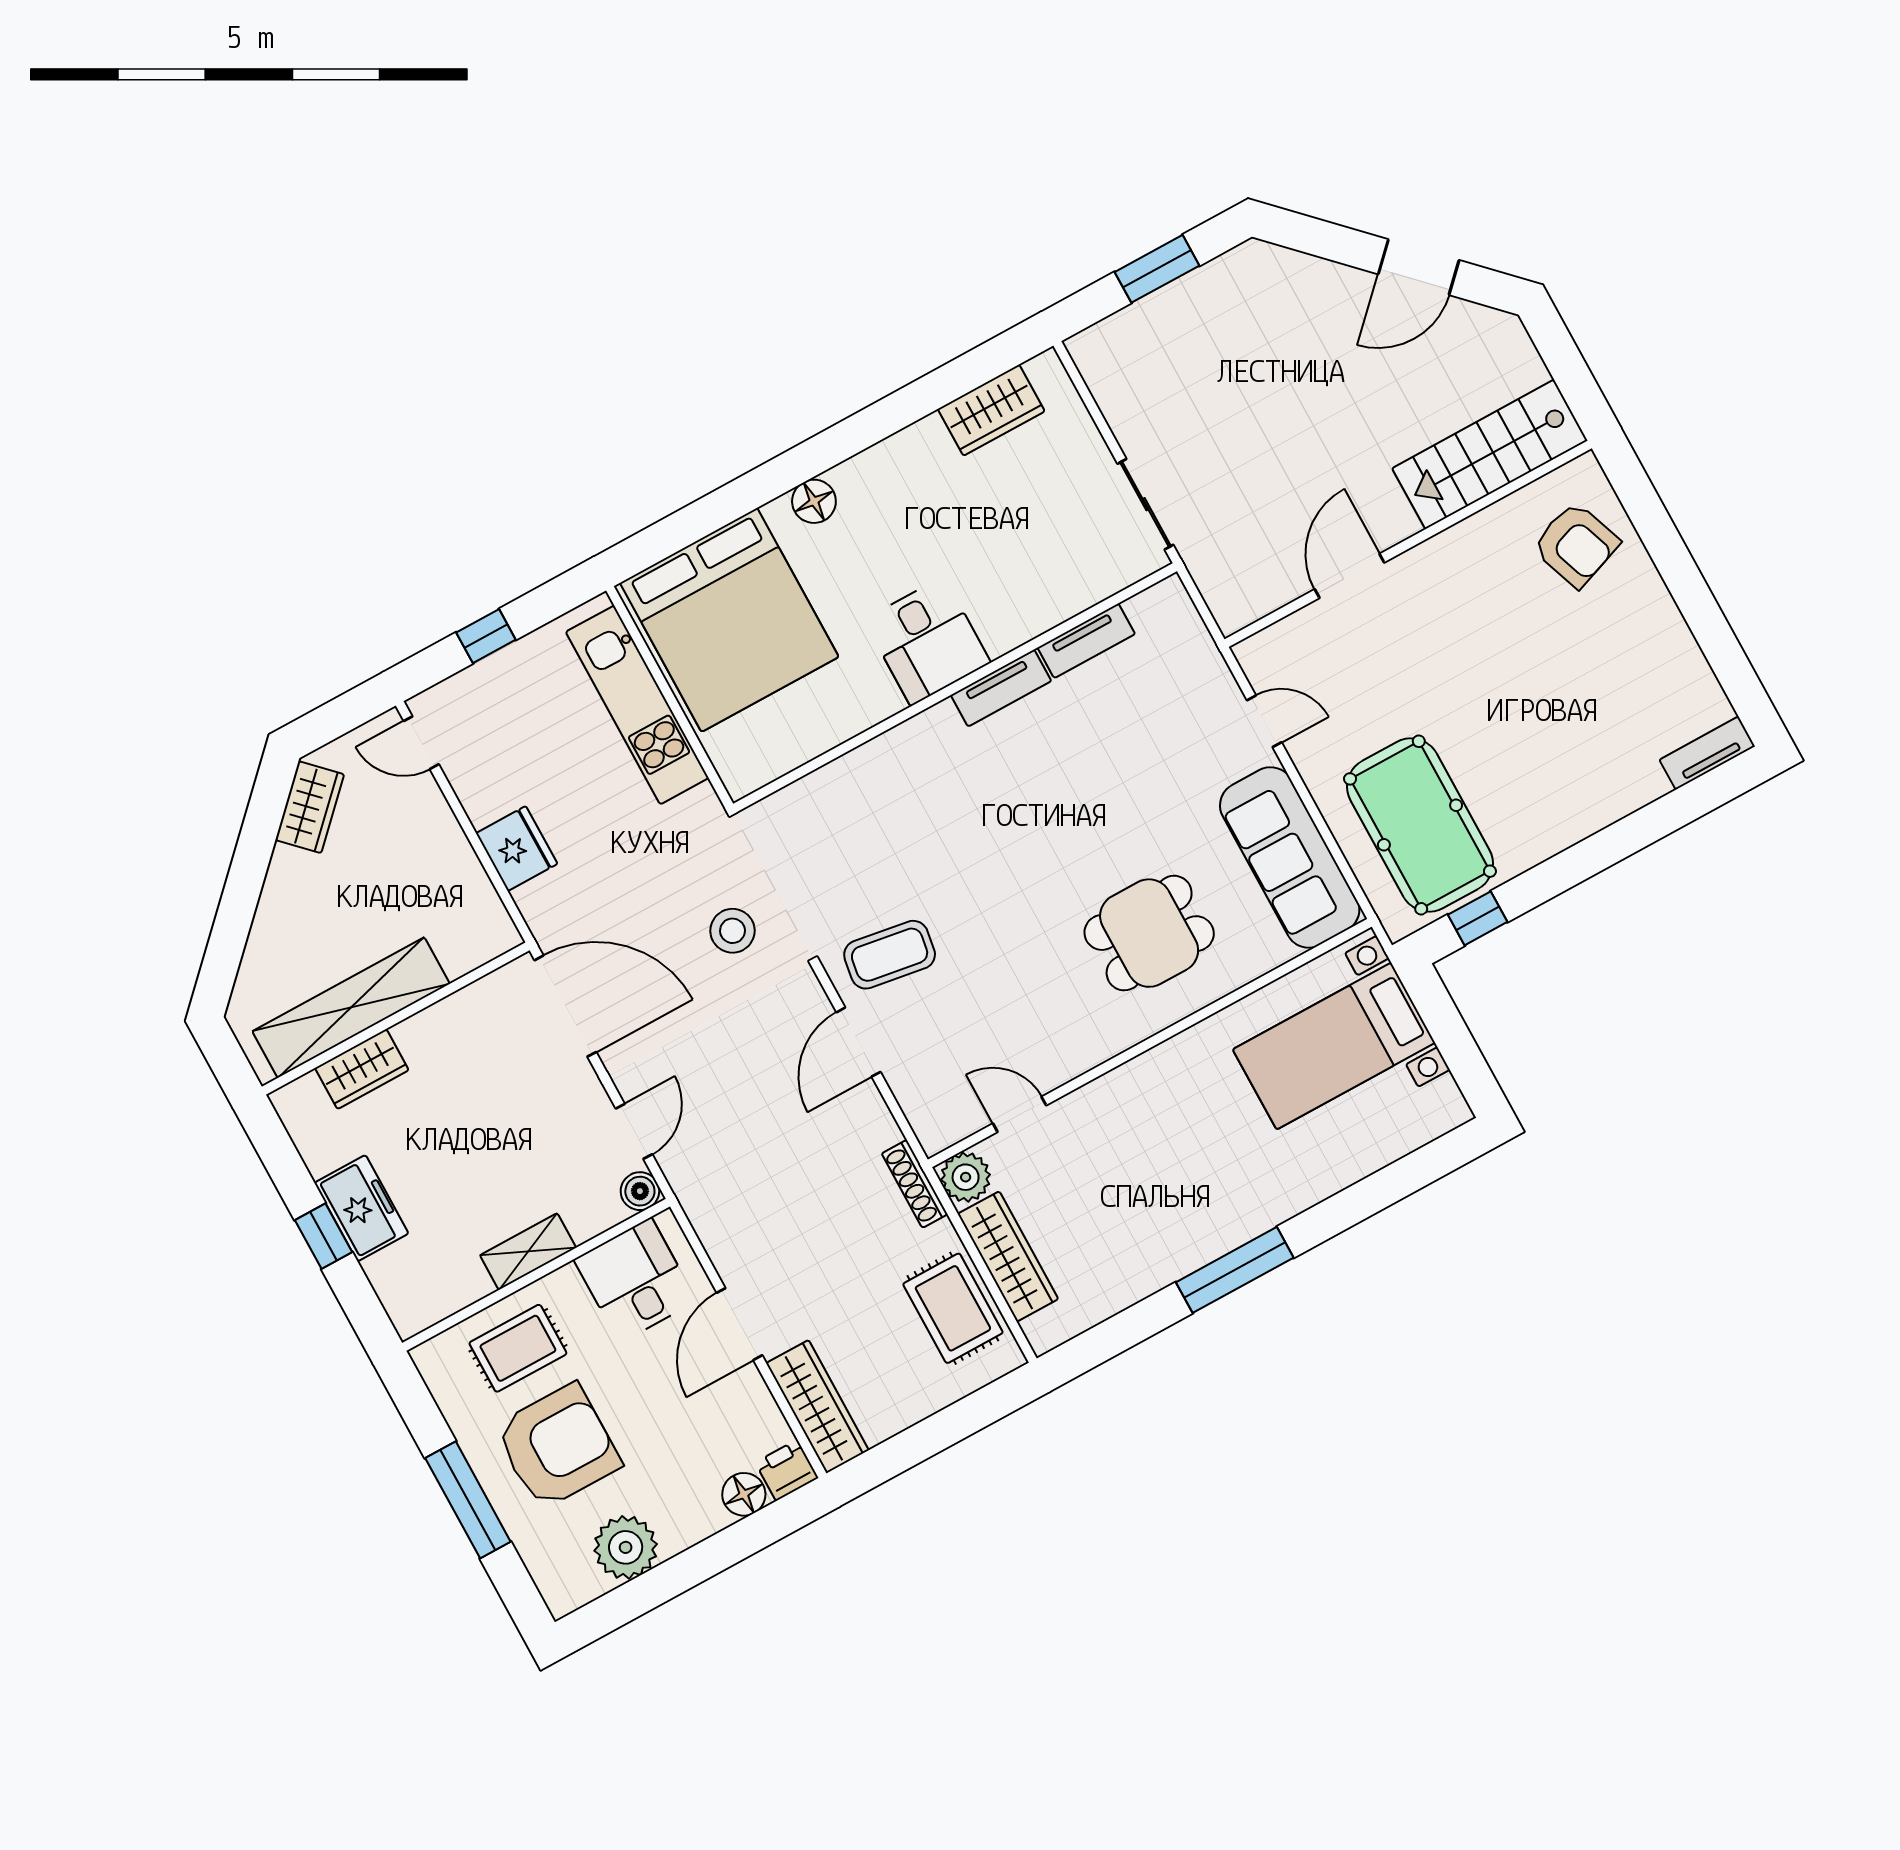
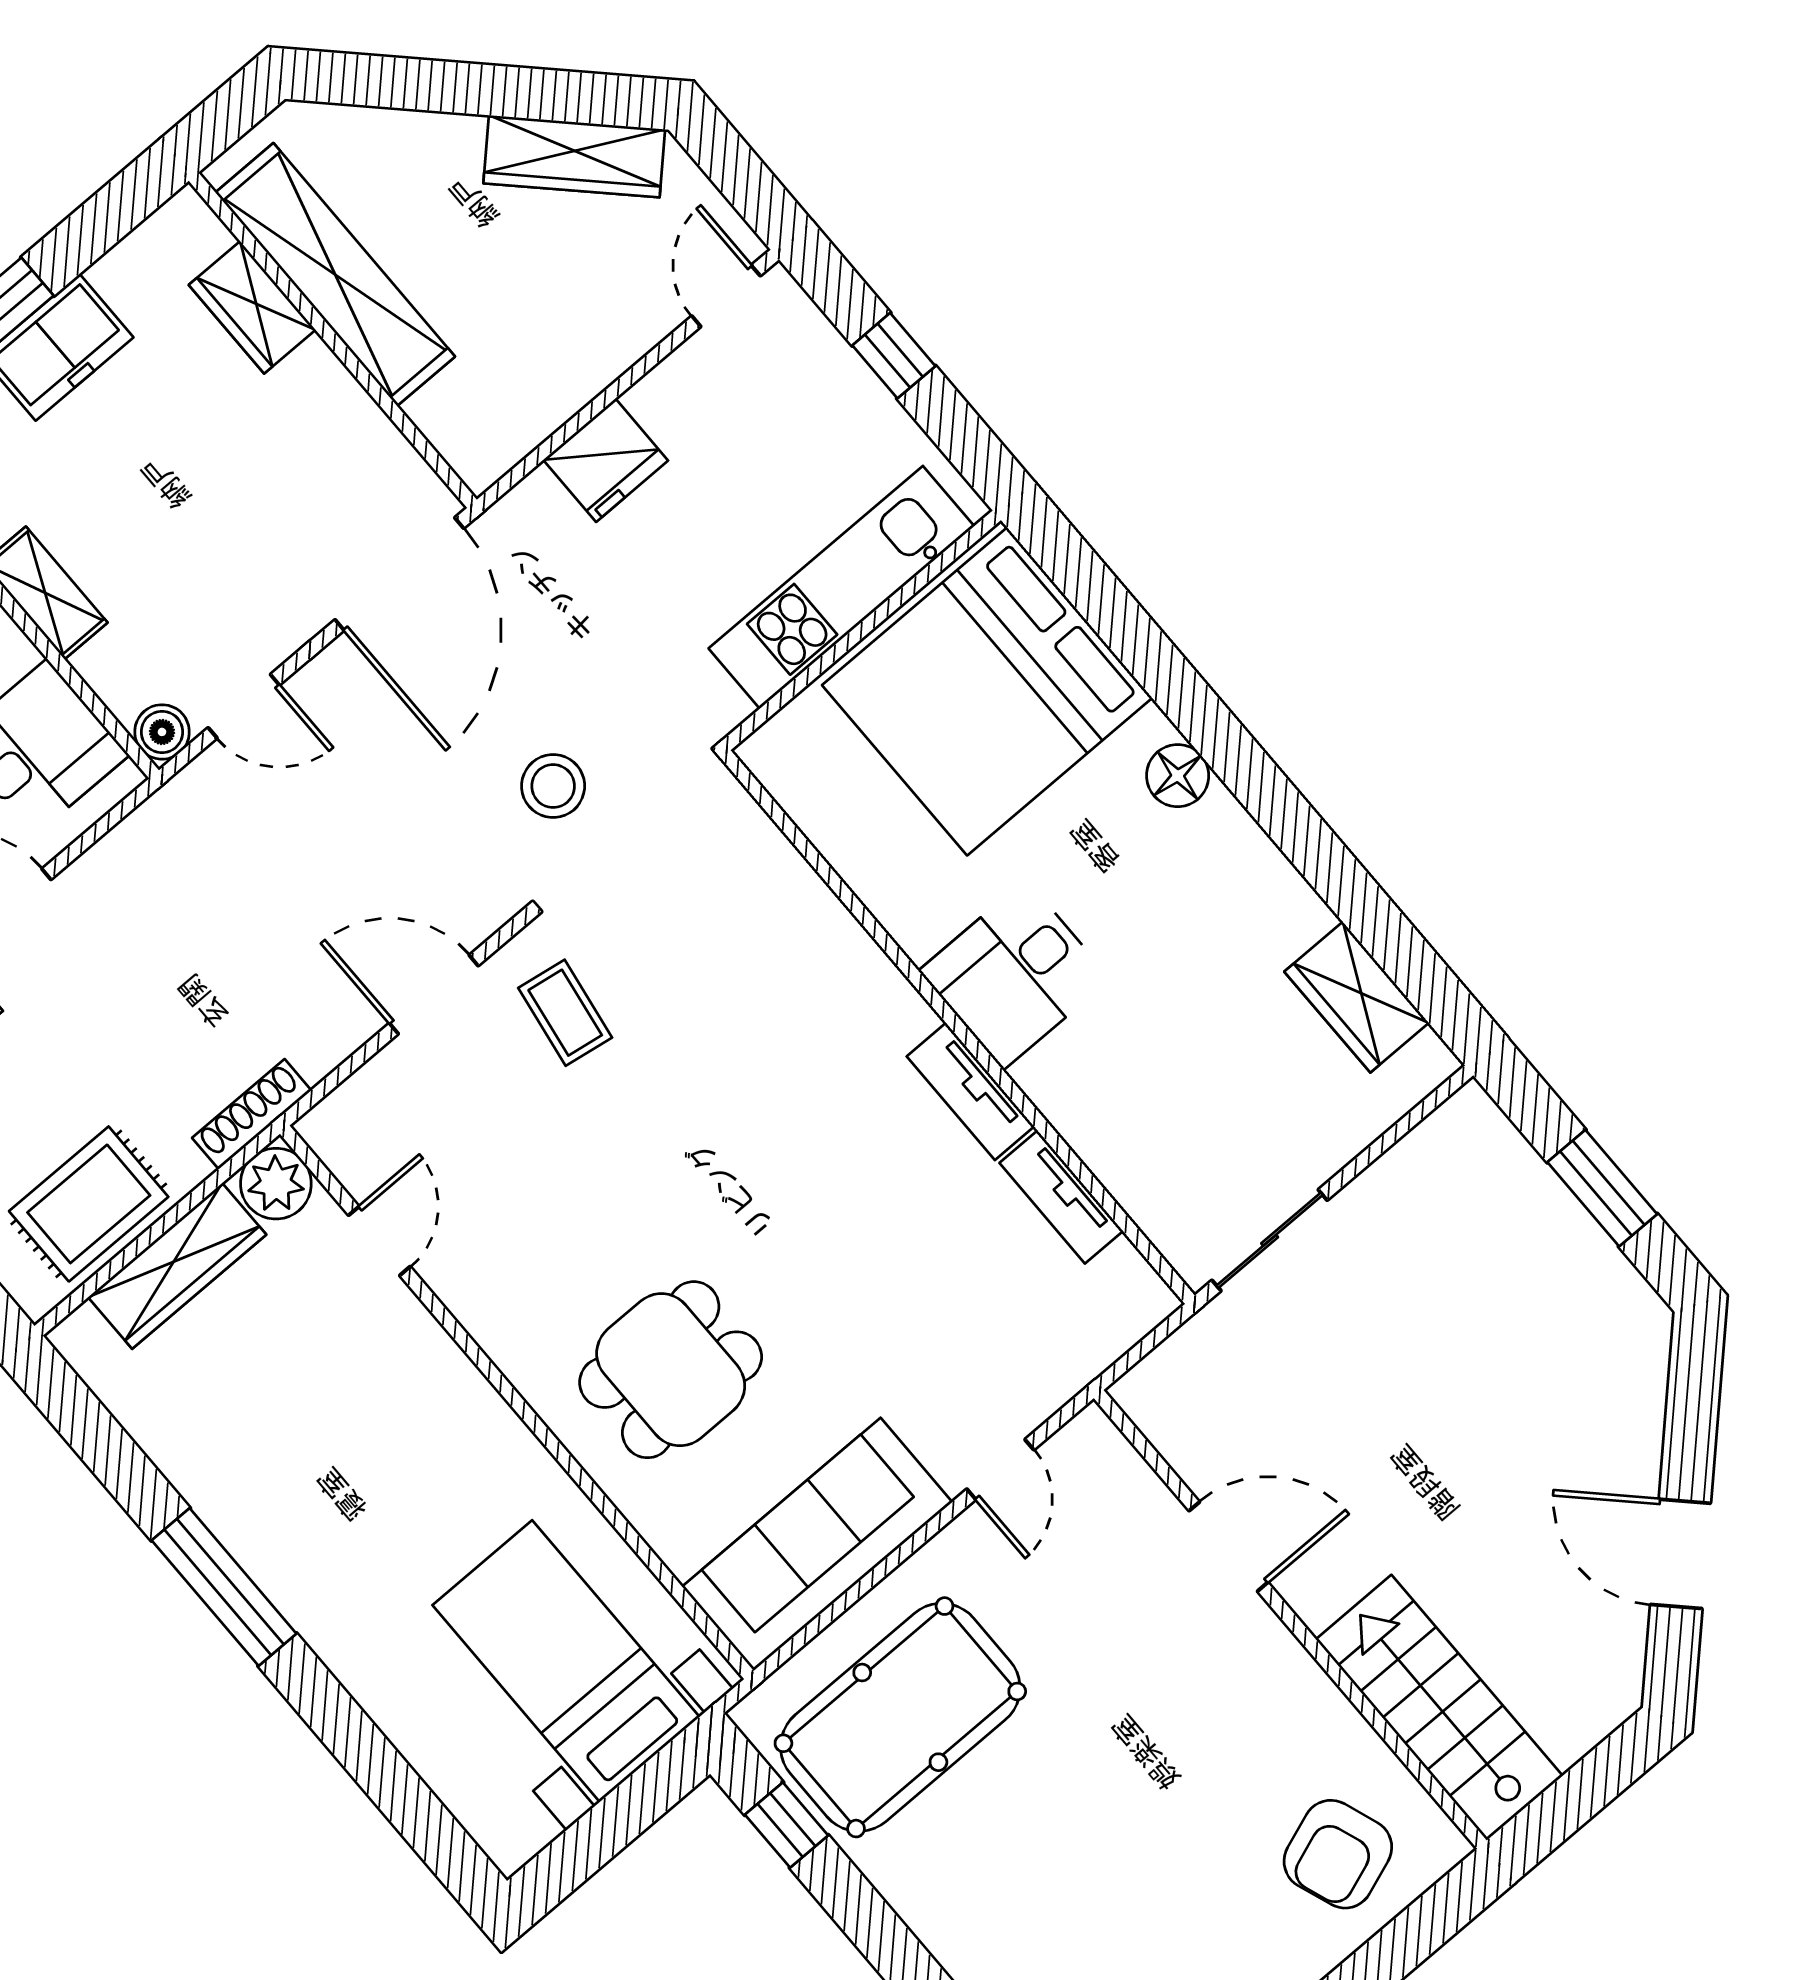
wardrobe: (310, 807) -> (574, 156), width x1.50
dining table: (1149, 933) -> (671, 1370), turned 90
coffee table: (890, 955) -> (565, 1013), width x0.73, depth x0.77

